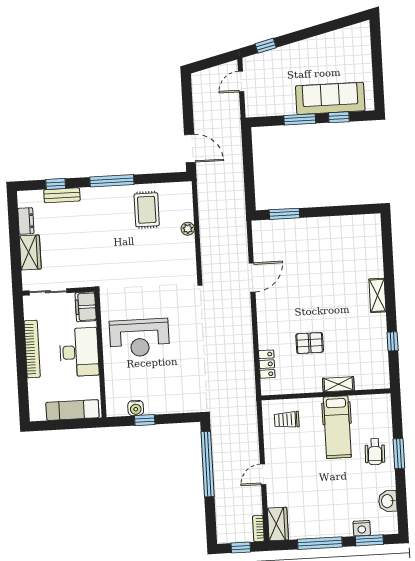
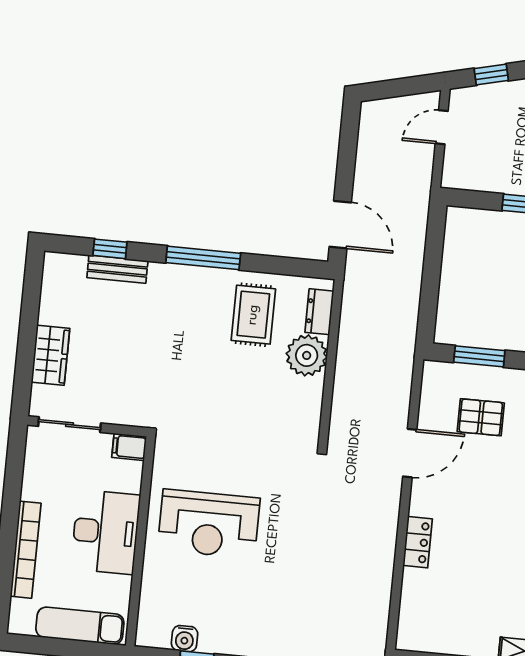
dresser: (26, 221) -> (319, 312), moved, turned 180
plant: (188, 229) -> (307, 355), width x1.88, depth x1.88
filing cabinet: (86, 307) -> (129, 447), width x0.50
pallet: (310, 343) -> (481, 417), moved
bookcase: (32, 349) -> (26, 550), moved
locker: (267, 364) -> (418, 542), moved

